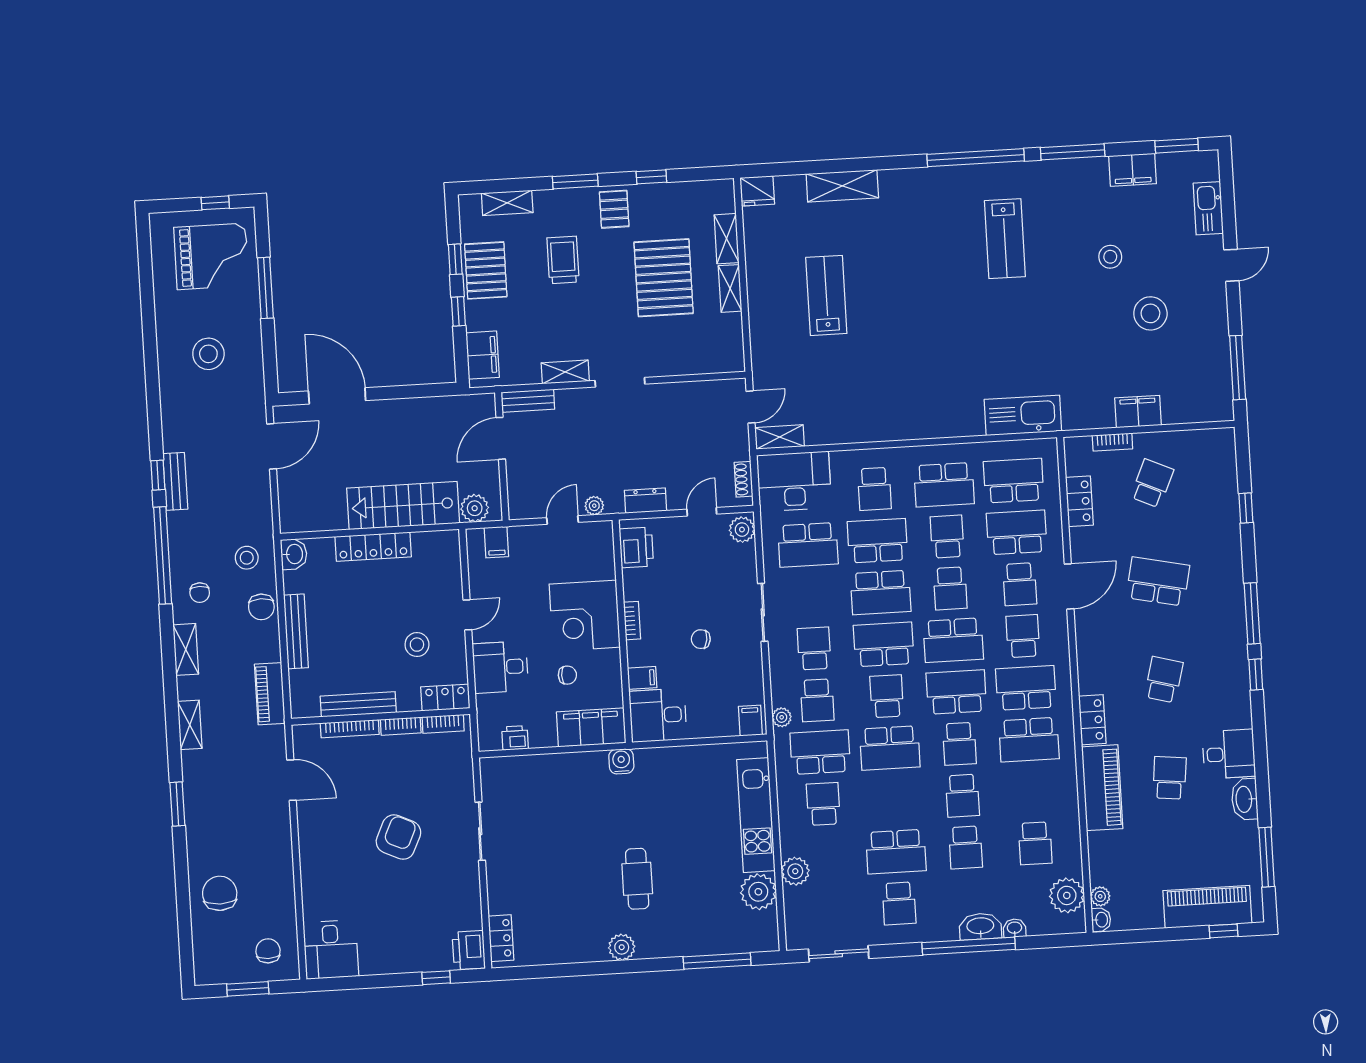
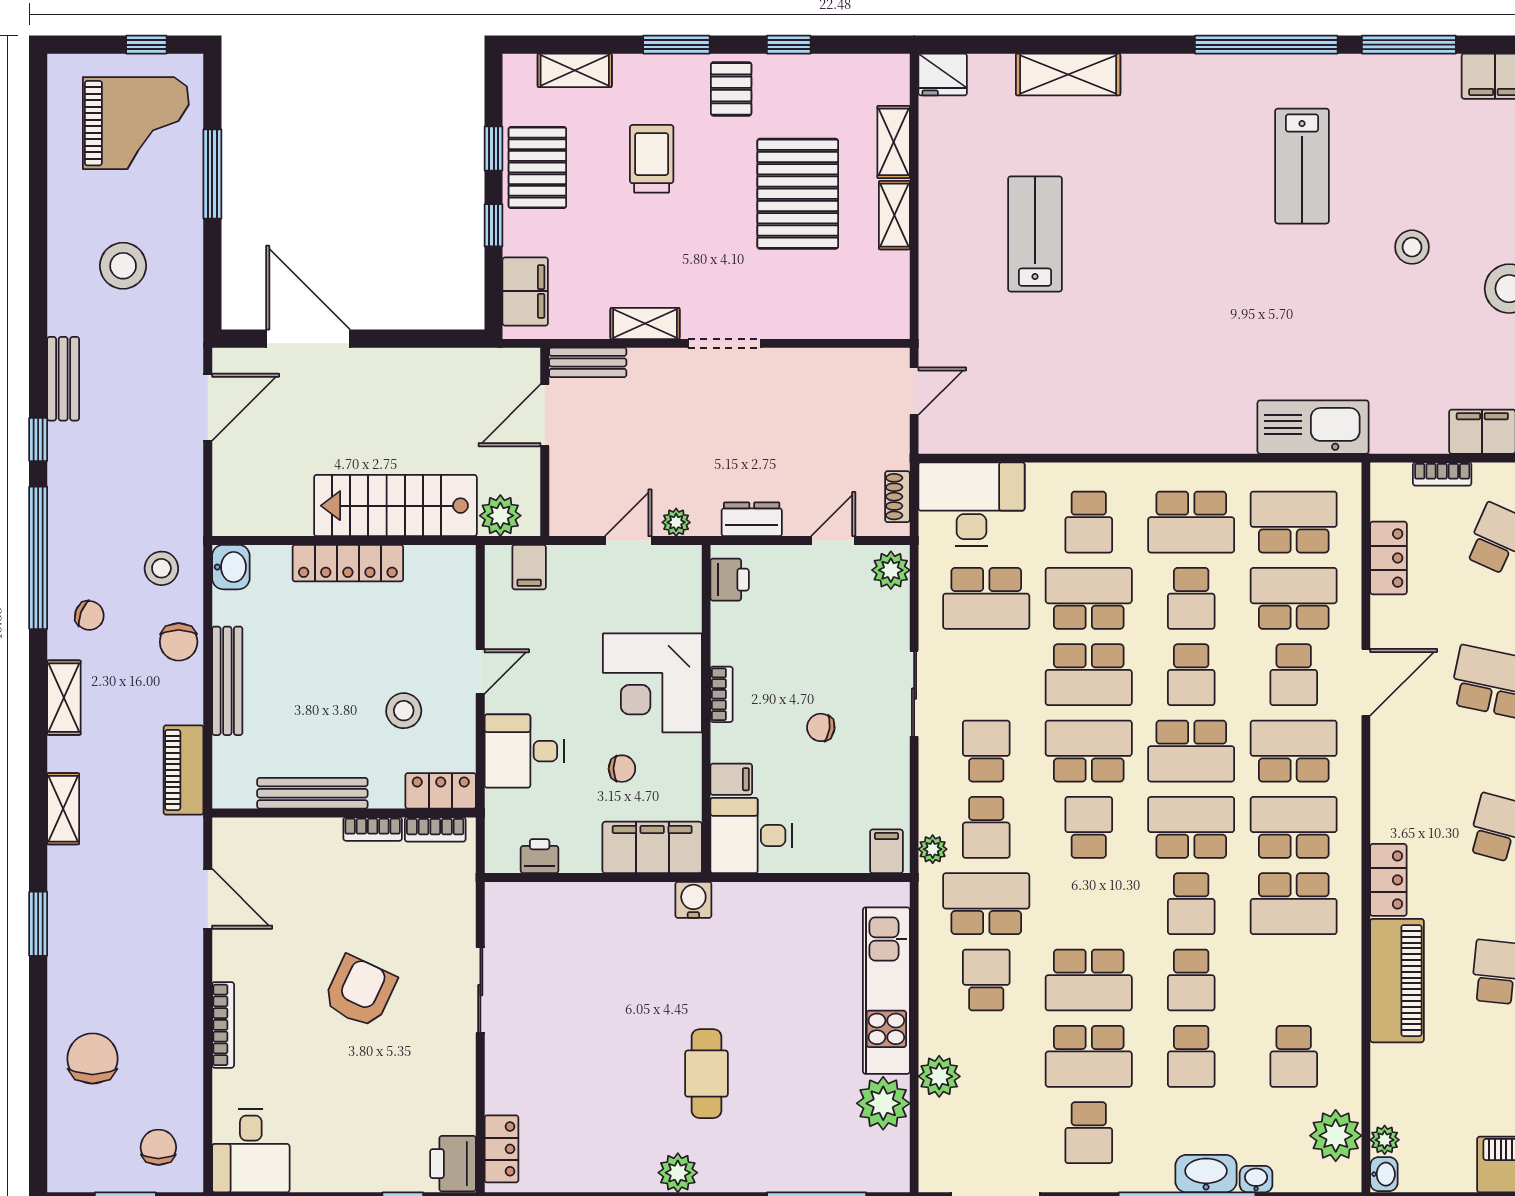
stool: (1110, 257) -> (1412, 247), moved
shelving: (780, 437) -> (954, 438), removed
bench: (175, 481) -> (63, 379), moved
school desk: (947, 537) -> (1191, 598), turned 180
printer: (636, 547) -> (730, 580), width x0.73, depth x0.81
chair: (200, 593) -> (89, 616), turned -69
school desk: (1023, 636) -> (1294, 751), width x1.85
bookcase: (350, 729) -> (223, 1025), moved, turned -90
school desk: (890, 748) -> (1089, 980), moved

